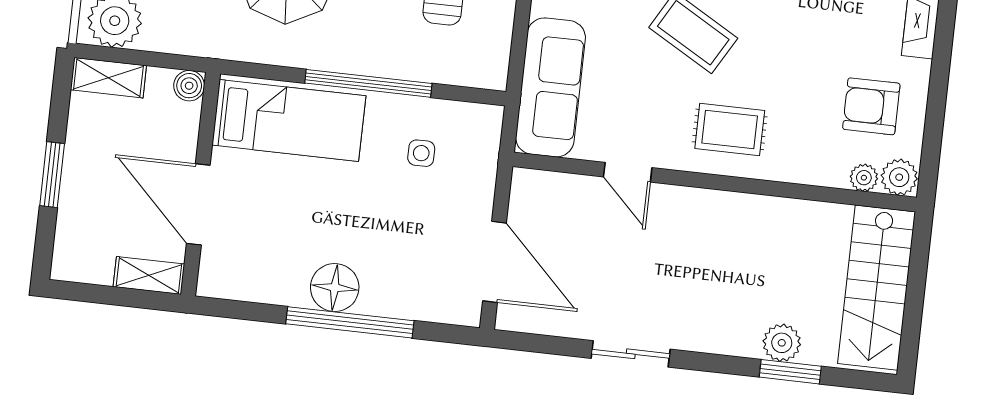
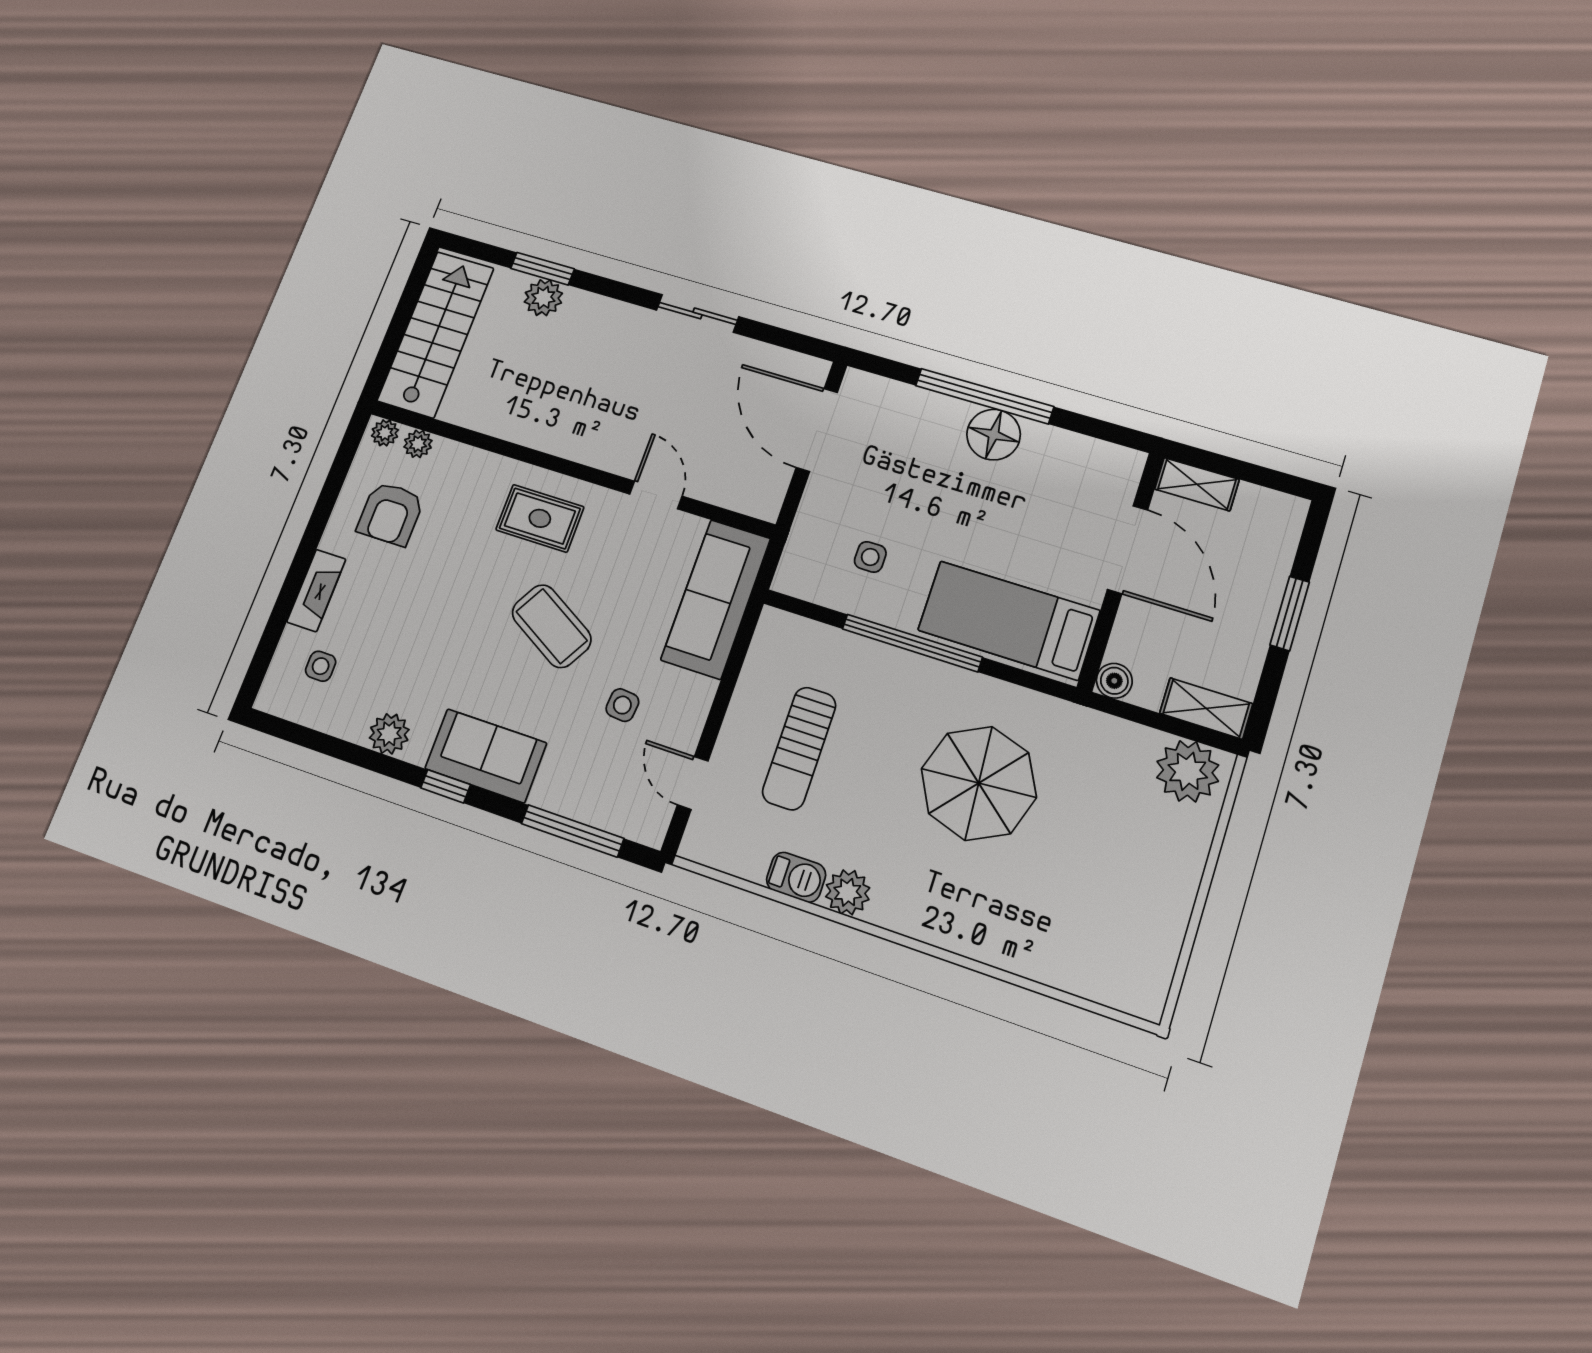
armchair: (871, 106) -> (391, 514), turned 90
plant: (899, 177) -> (385, 433), width x0.73, depth x0.73

